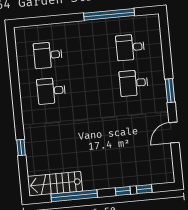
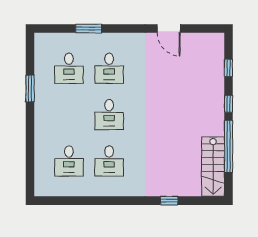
window: (109, 14) -> (30, 88), width x0.47
desk: (92, 87) -> (109, 115), added
window: (170, 91) -> (89, 29), moved
window: (123, 191) -> (228, 104), moved

